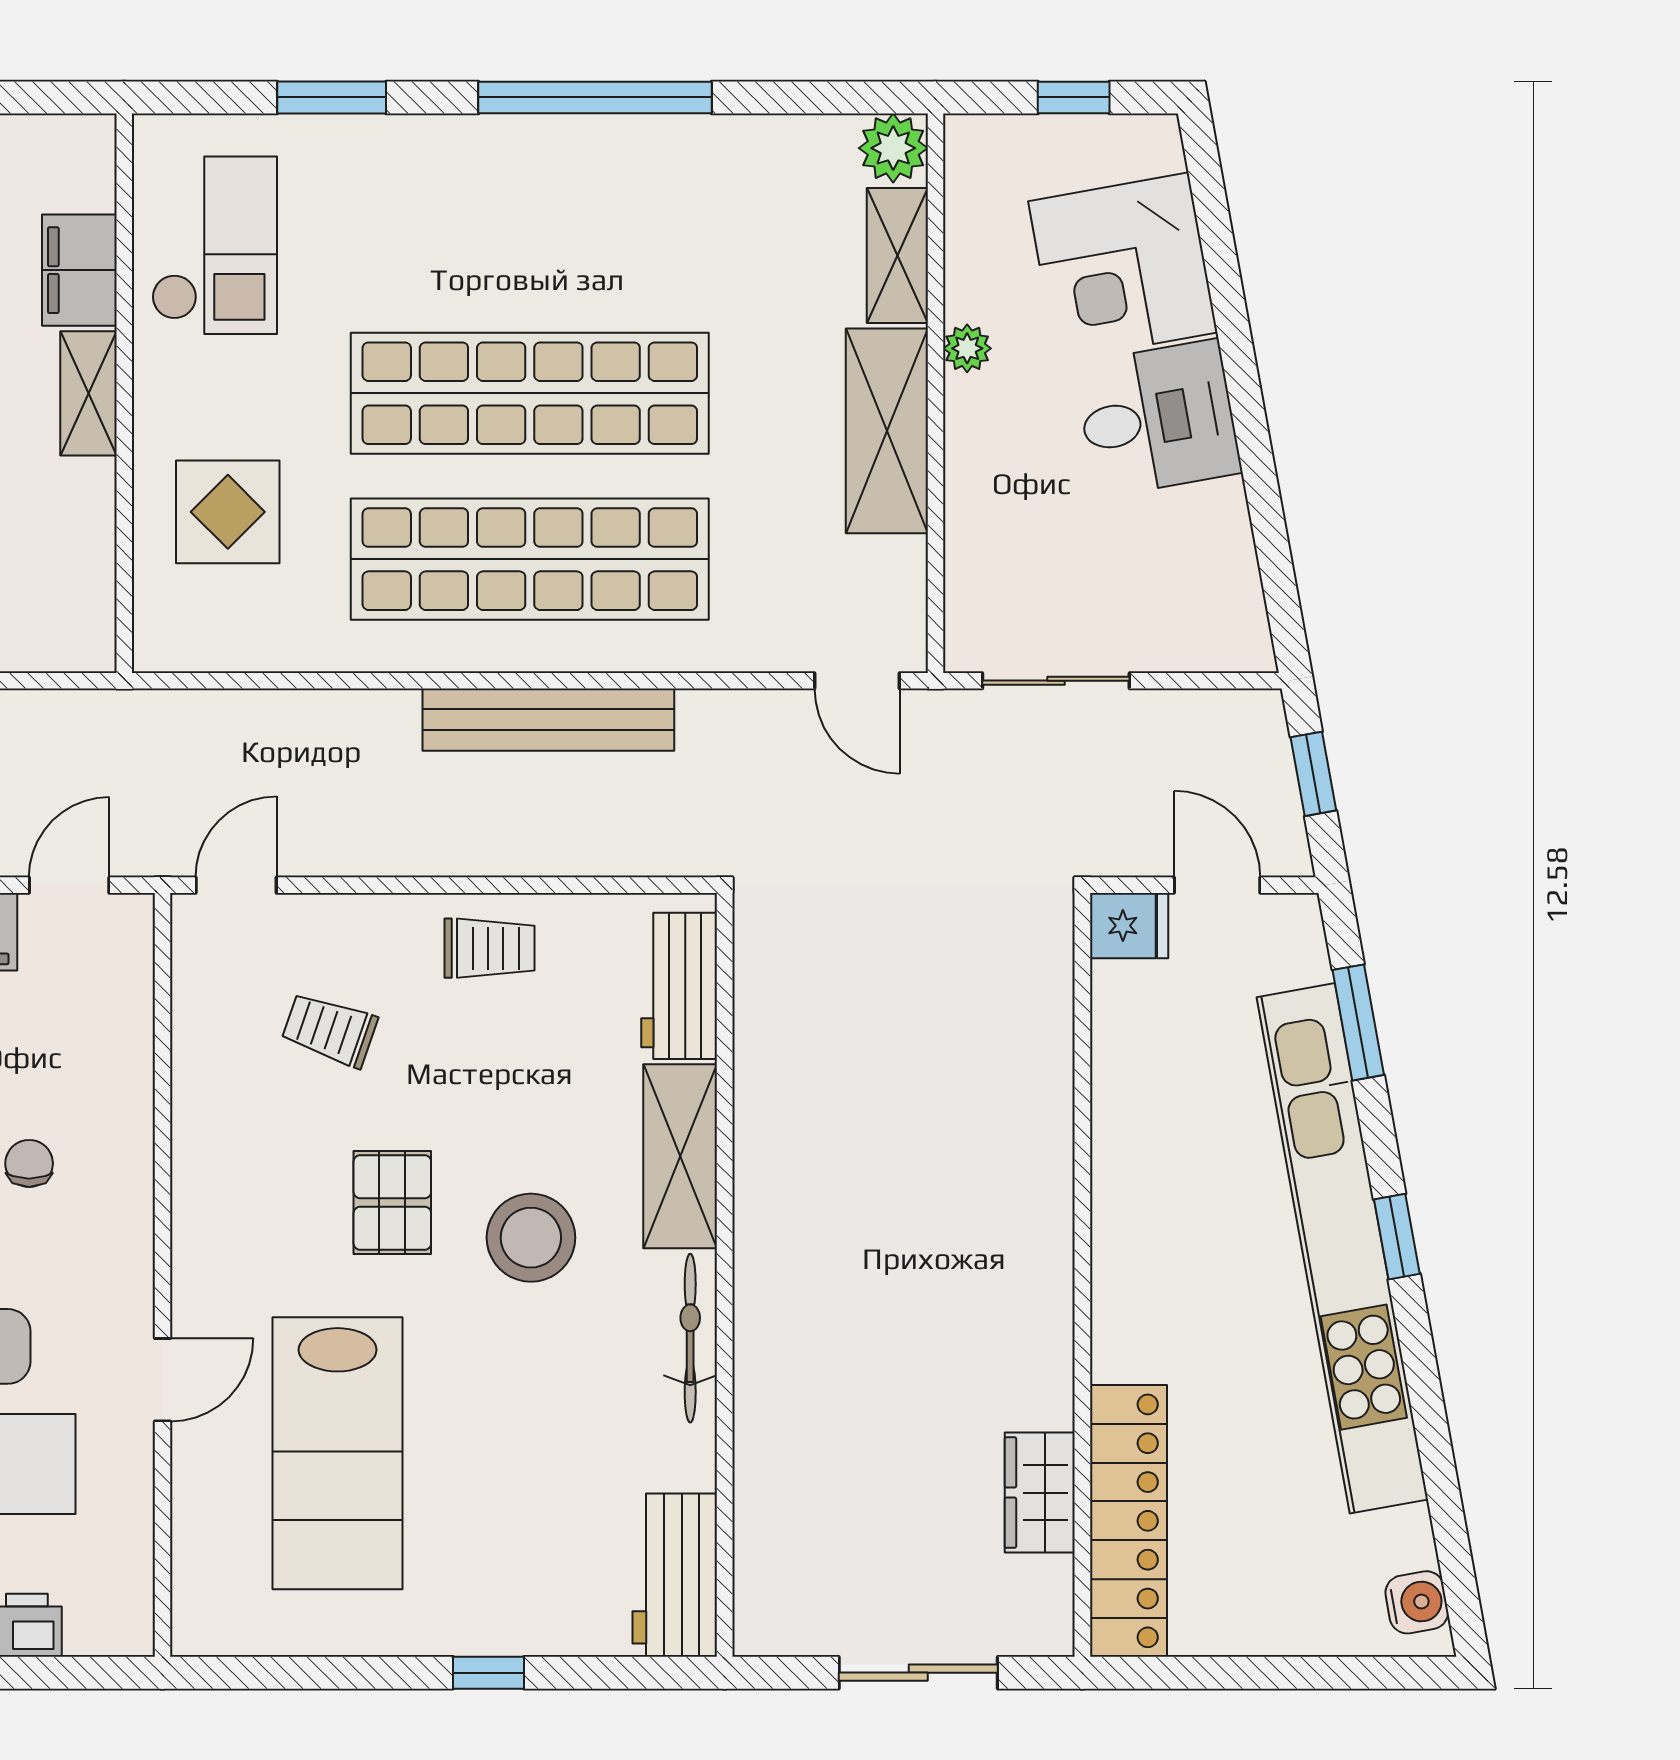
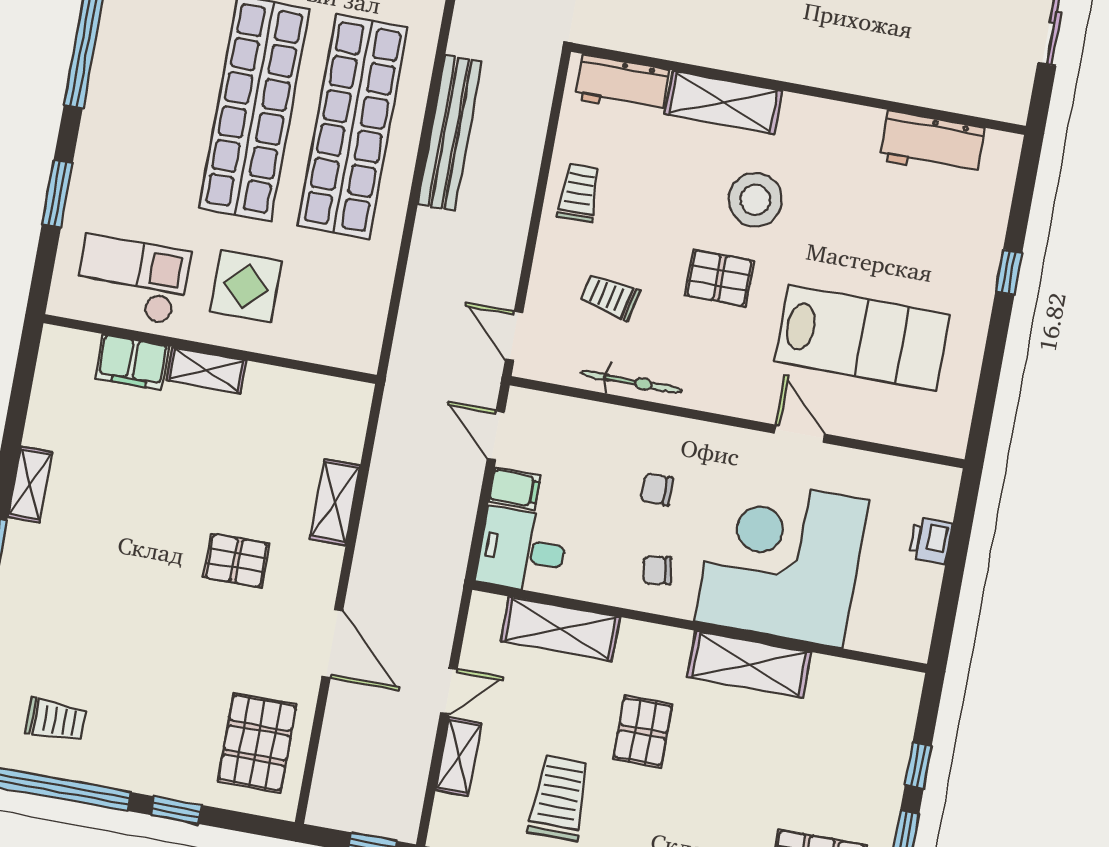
display table: (228, 512) -> (246, 286), moved
trolley: (330, 1030) -> (610, 296), turned 83
bicycle: (690, 1338) -> (631, 382), moved, turned 180
workbench: (675, 1575) -> (932, 144), moved

